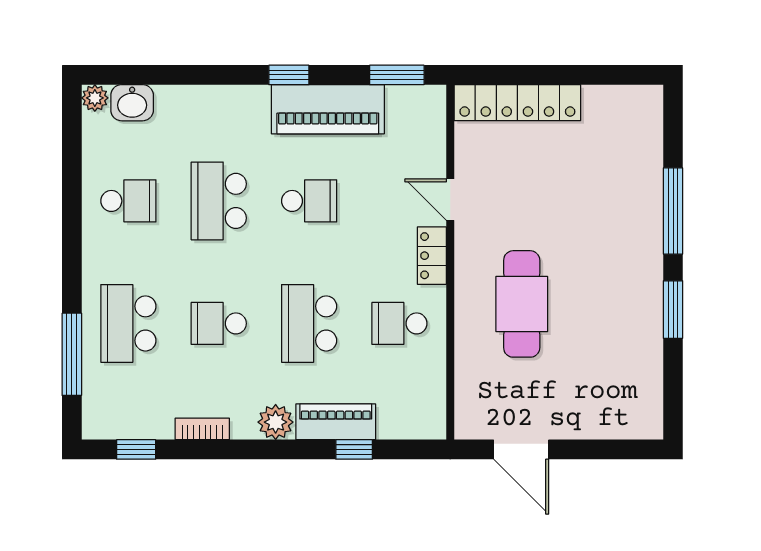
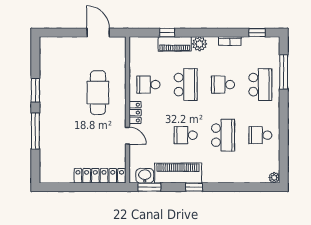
washbasin: (132, 103) -> (145, 176), moved
school desk: (219, 323) -> (223, 85), turned 180
school desk: (399, 323) -> (148, 85), turned 180

